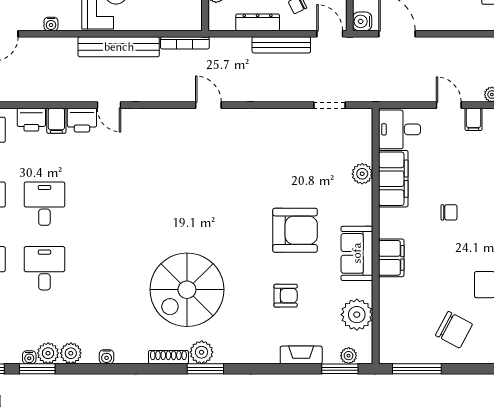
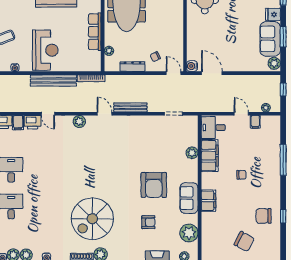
bench: (281, 45) -> (130, 107), moved
plant: (164, 119) -> (79, 122), added
armchair: (295, 230) -> (154, 185), turned 90

